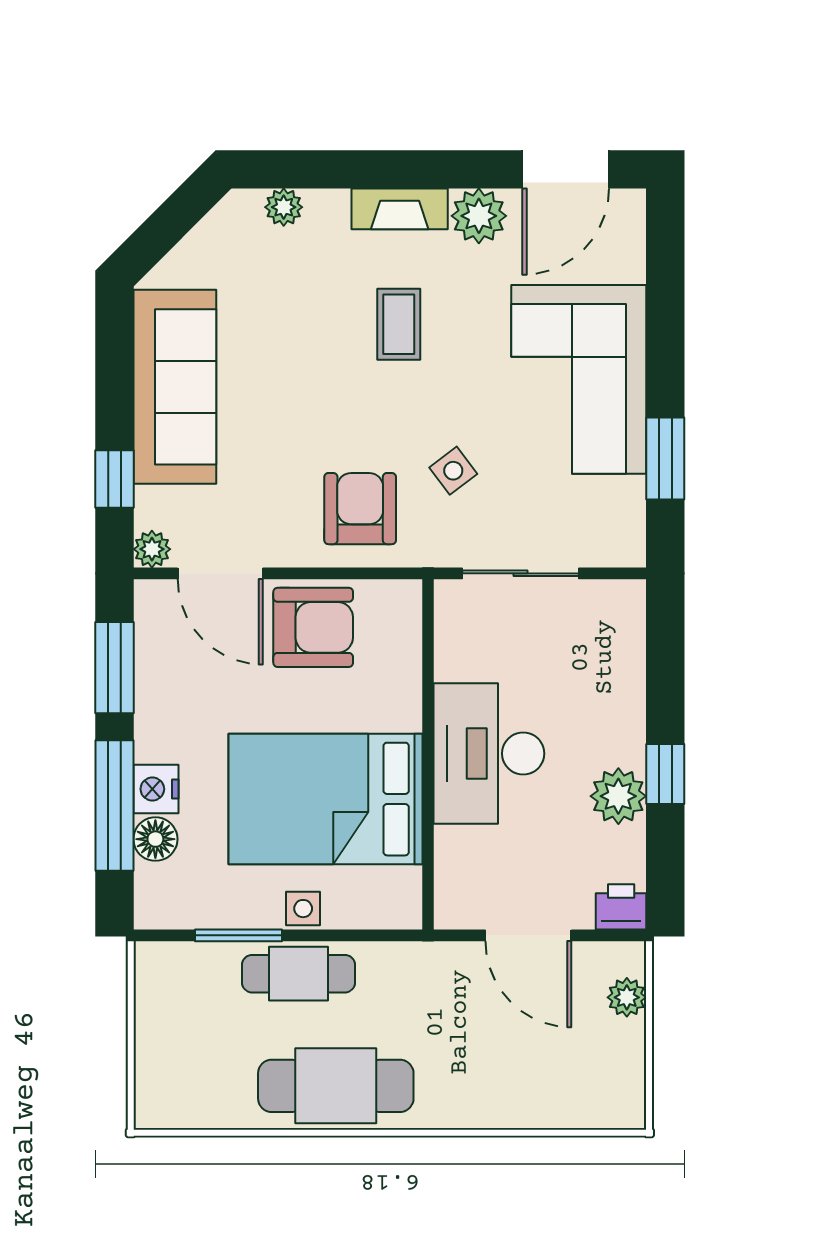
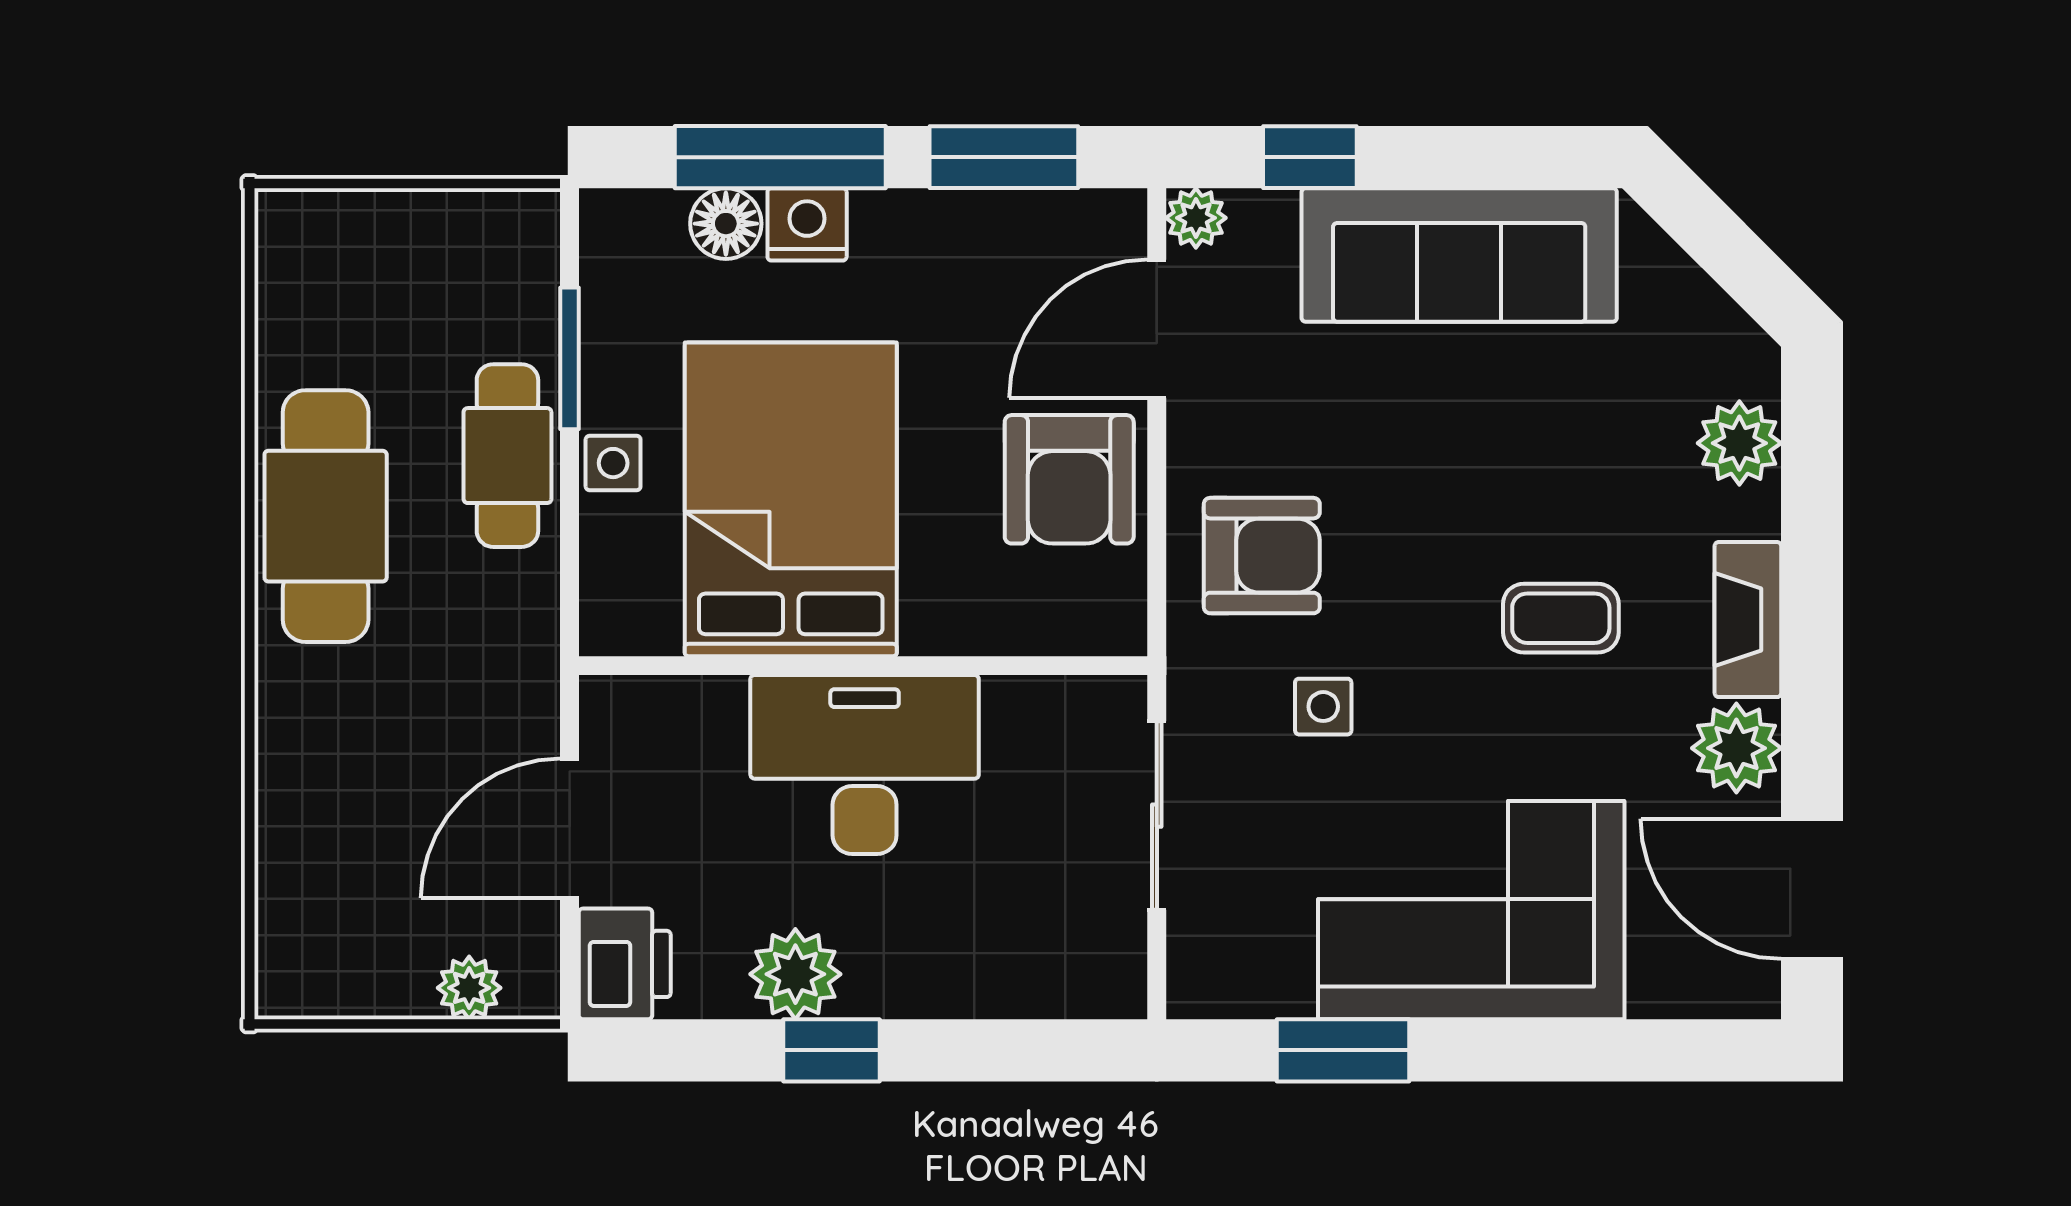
plant: (284, 207) -> (1739, 443), width x1.38, depth x1.38
side table: (453, 471) -> (1323, 707), turned 37
printer: (621, 907) -> (625, 964), width x1.36, depth x1.24

